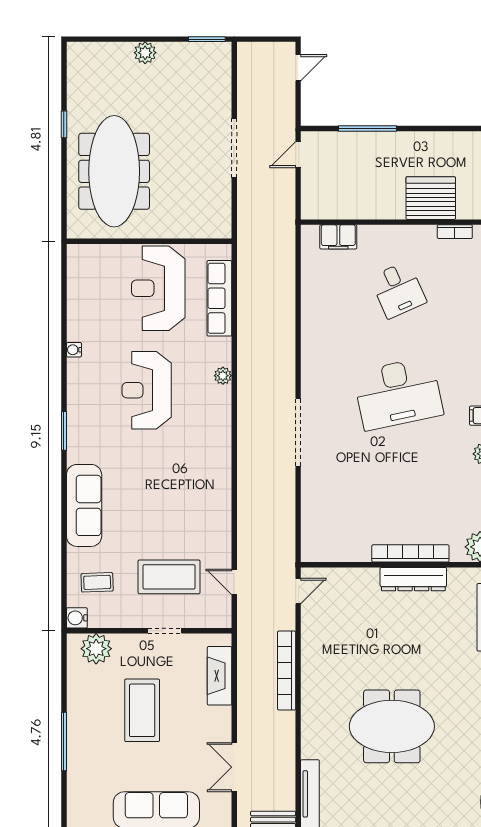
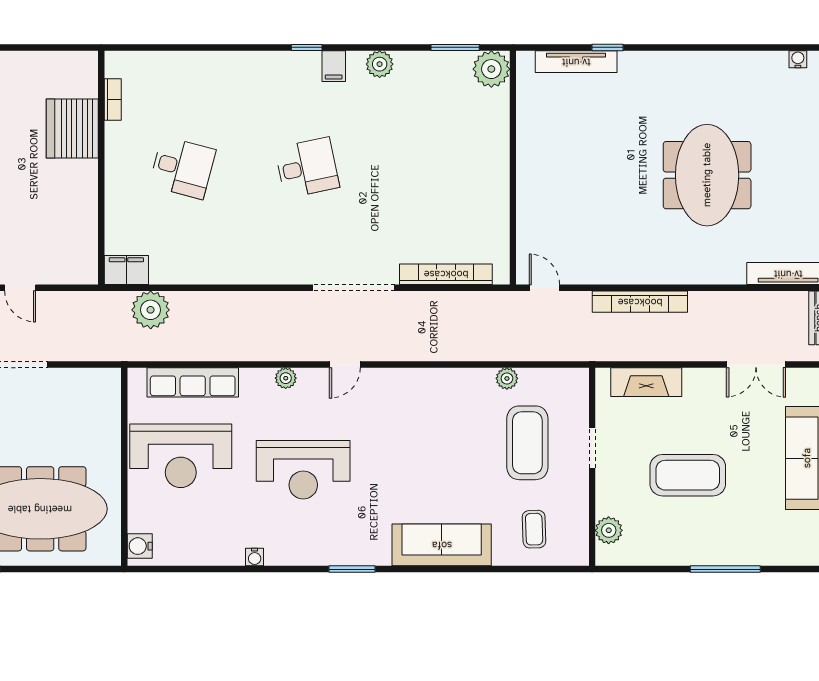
filing cabinet: (338, 237) -> (126, 270), moved, turned -90
plant: (280, 263) -> (151, 310), added
desk: (398, 290) -> (182, 168), turned 39
desk: (398, 393) -> (307, 168), width x0.53, depth x0.77
bookcase: (410, 553) -> (446, 274), moved, turned 90
plant: (223, 560) -> (507, 378), added
dresser: (413, 579) -> (530, 149), removed
door: (234, 582) -> (345, 365), moved
water cooler: (77, 618) -> (140, 546), moved, turned 90
plant: (96, 649) -> (609, 530), width x0.73, depth x0.73

